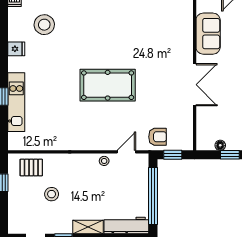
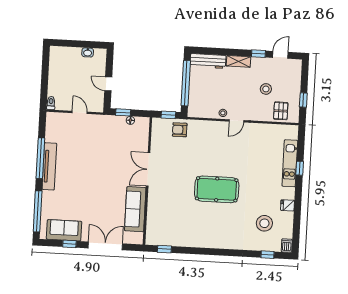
sofa: (208, 34) -> (135, 209), width x1.36
pool table: (108, 85) -> (217, 189), moved
door: (126, 152) -> (236, 121), moved
pallet: (31, 168) -> (281, 111), turned 90

